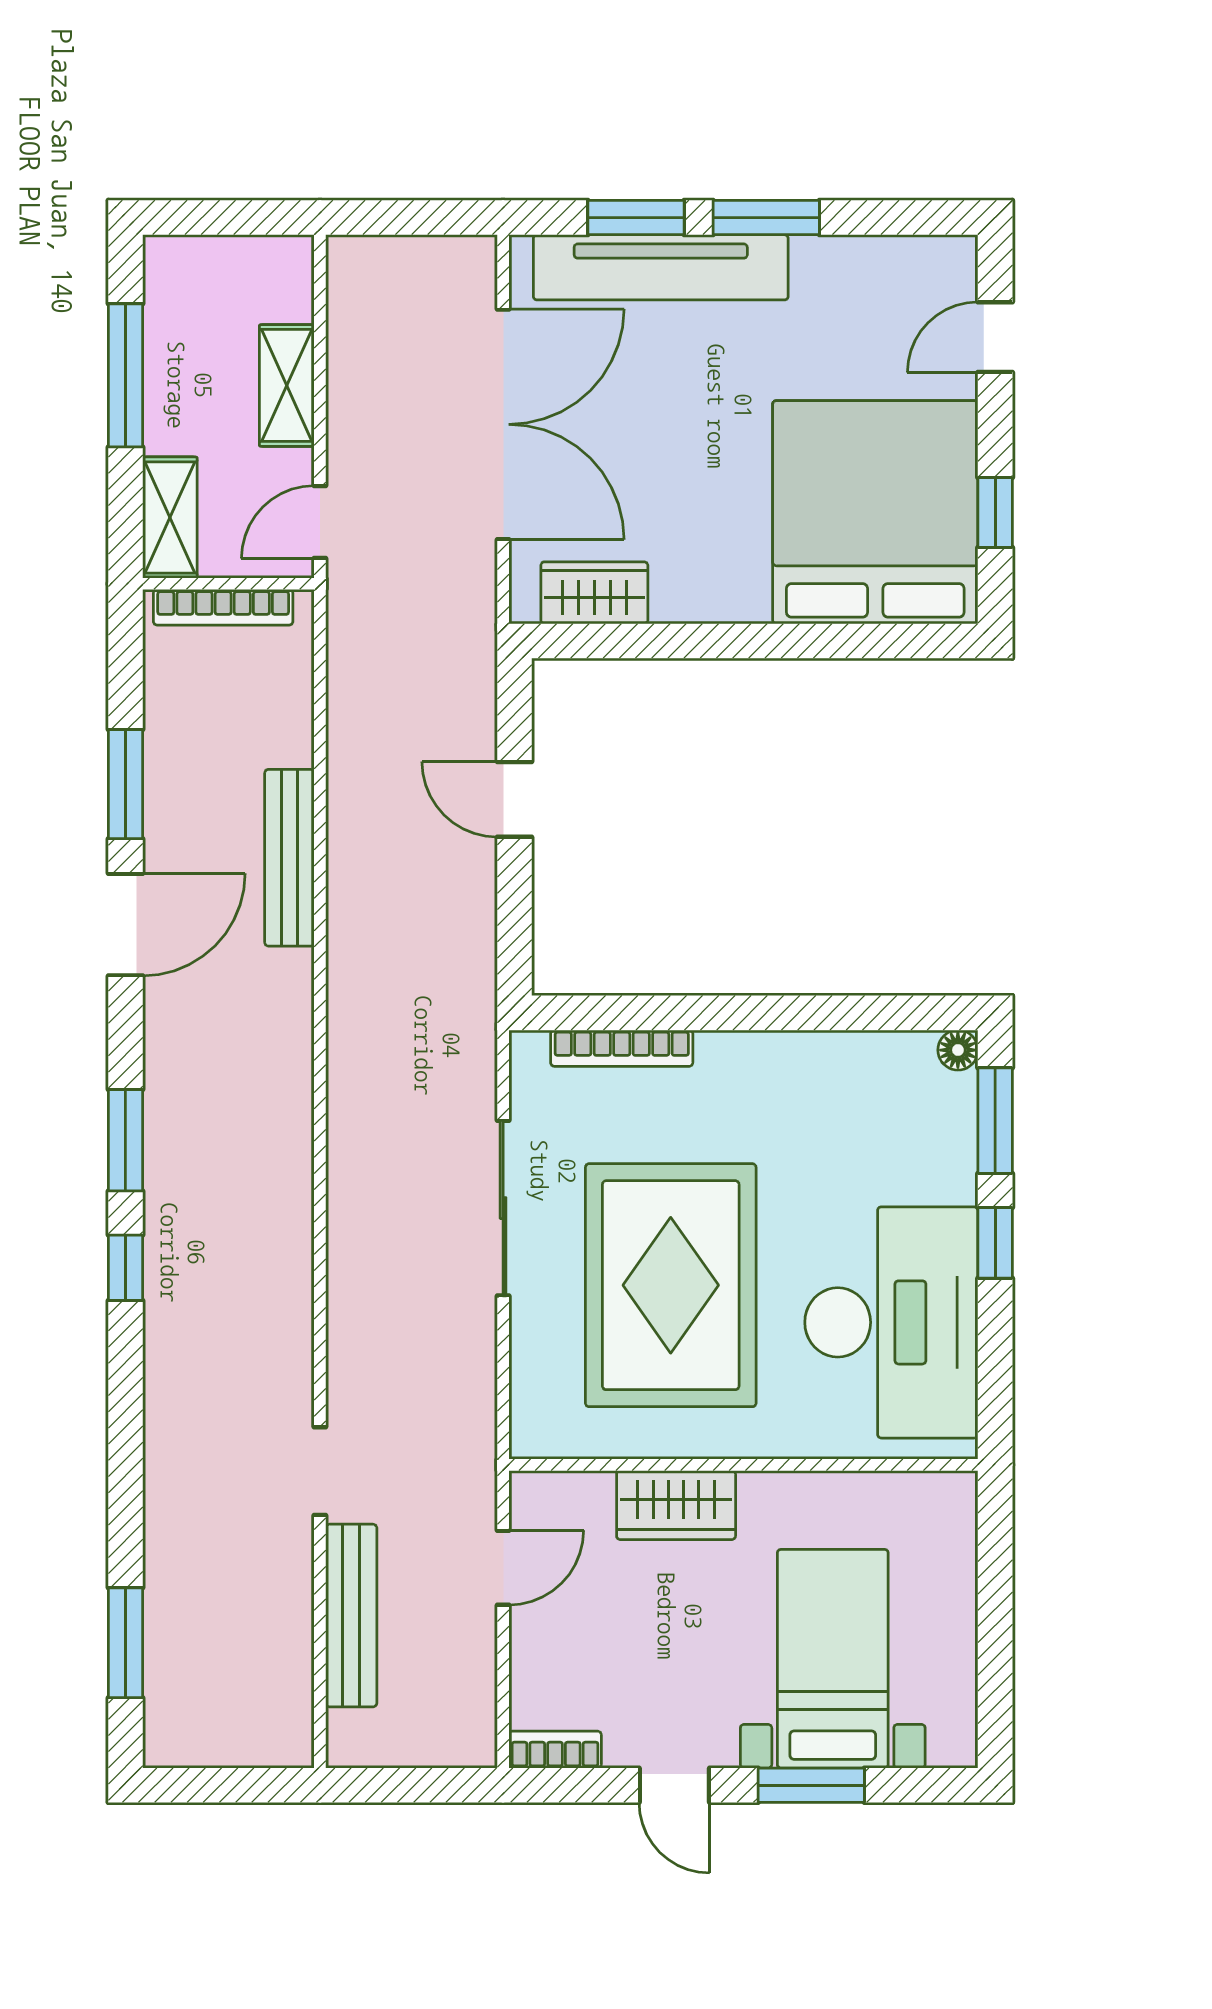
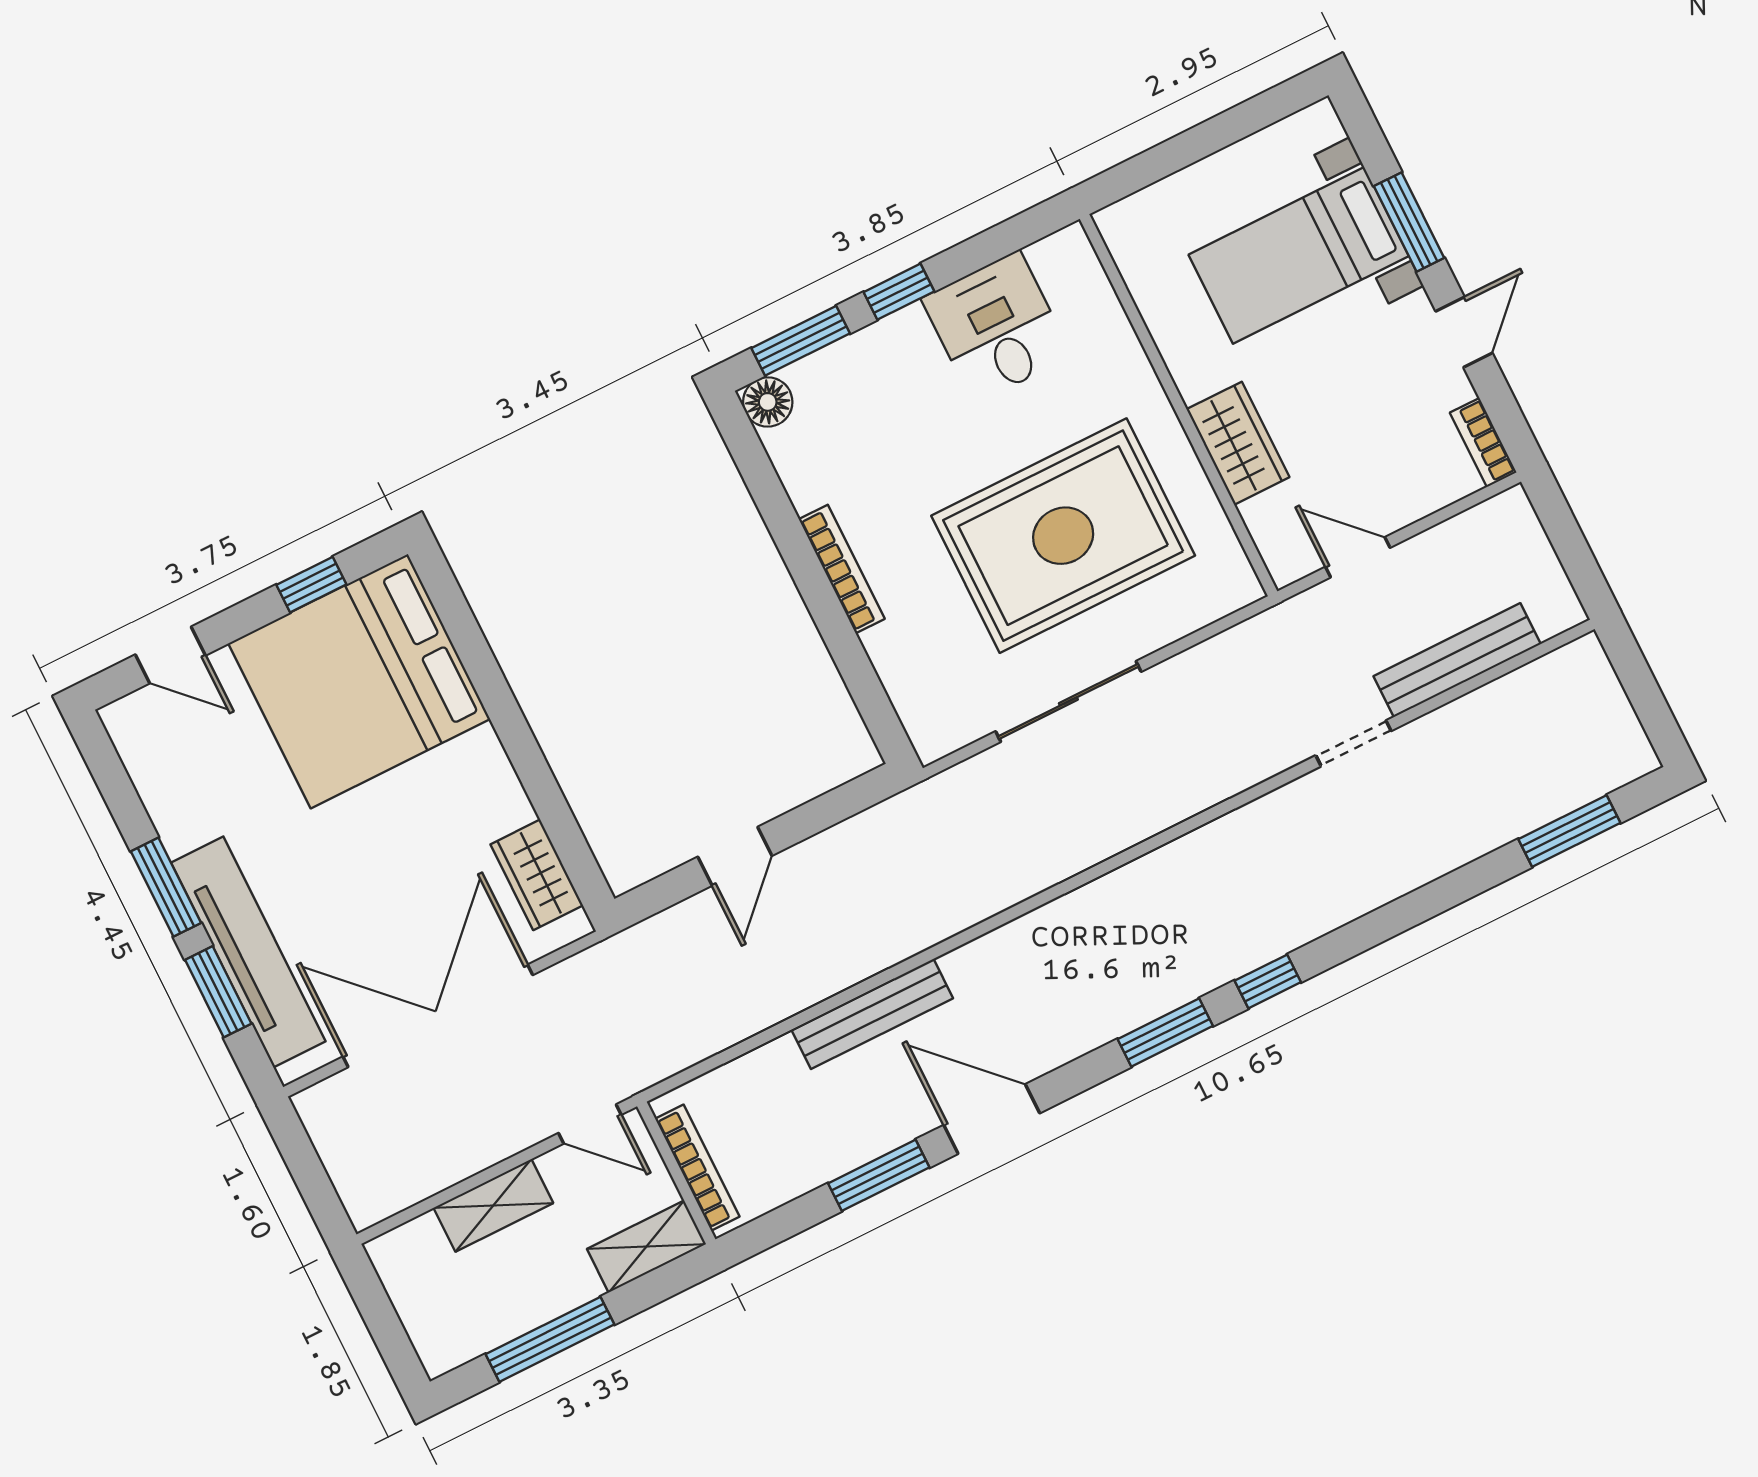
bookcase: (622, 1048) -> (842, 569), moved
floor lamp: (958, 1050) -> (768, 402), width x1.37, depth x1.37
desk: (891, 1322) -> (997, 327), width x0.53, depth x0.77

